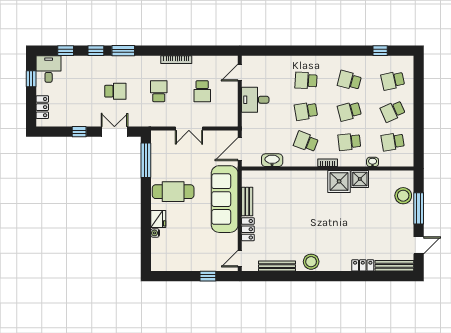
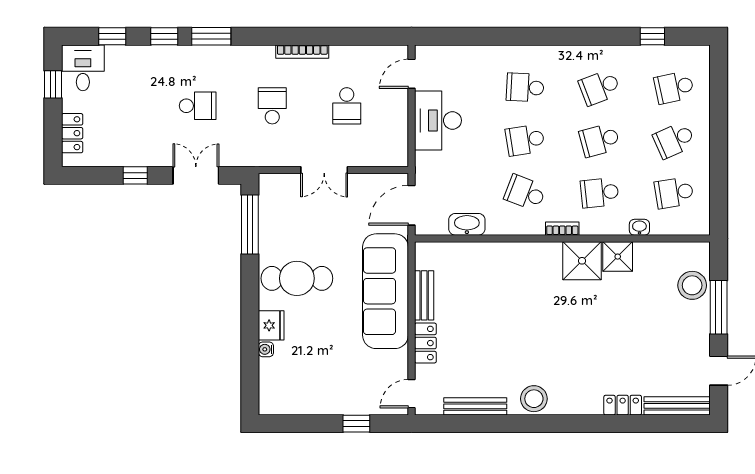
school desk: (349, 80) -> (600, 87), turned -36
desk: (255, 100) -> (438, 120), width x1.37

